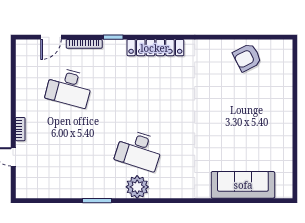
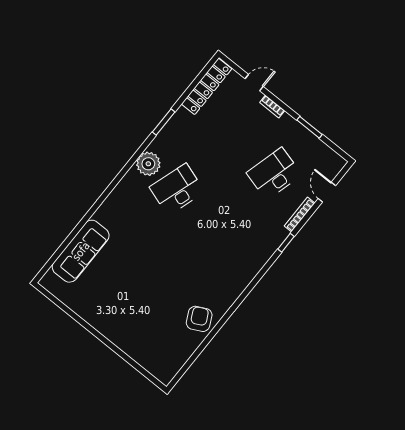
locker: (155, 48) -> (207, 86), moved, turned 180
armchair: (247, 57) -> (199, 319), moved
window: (13, 89) -> (310, 127), added

